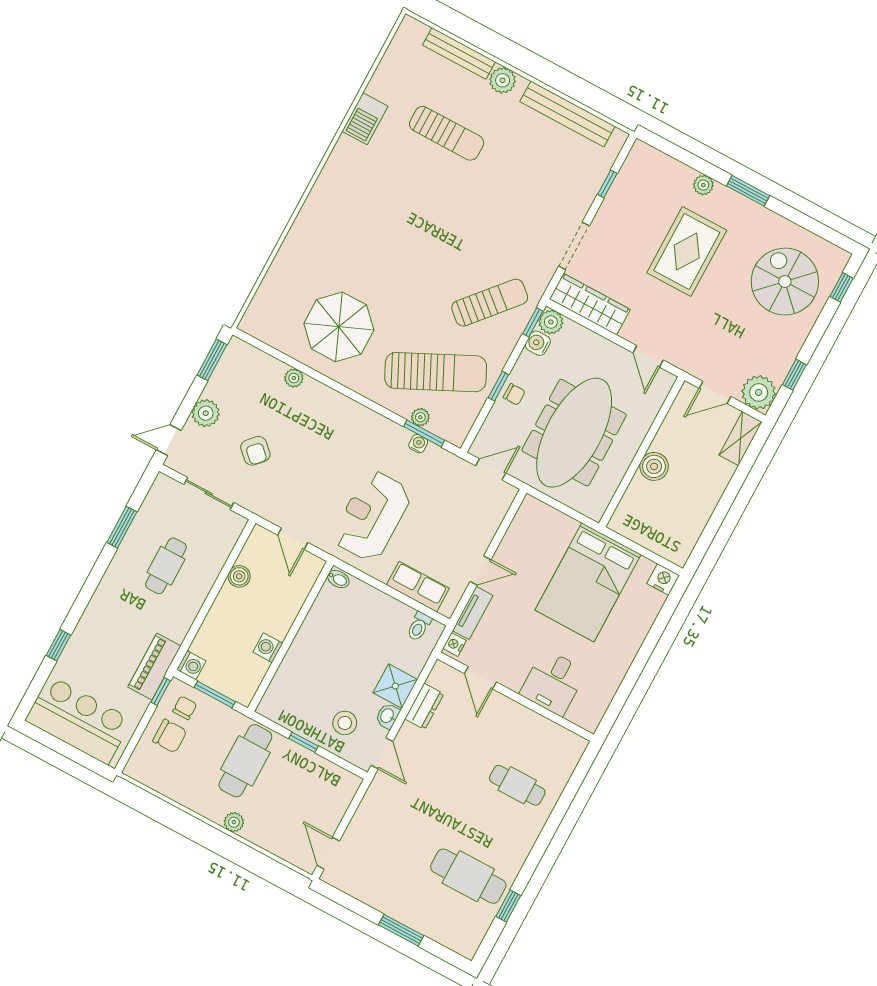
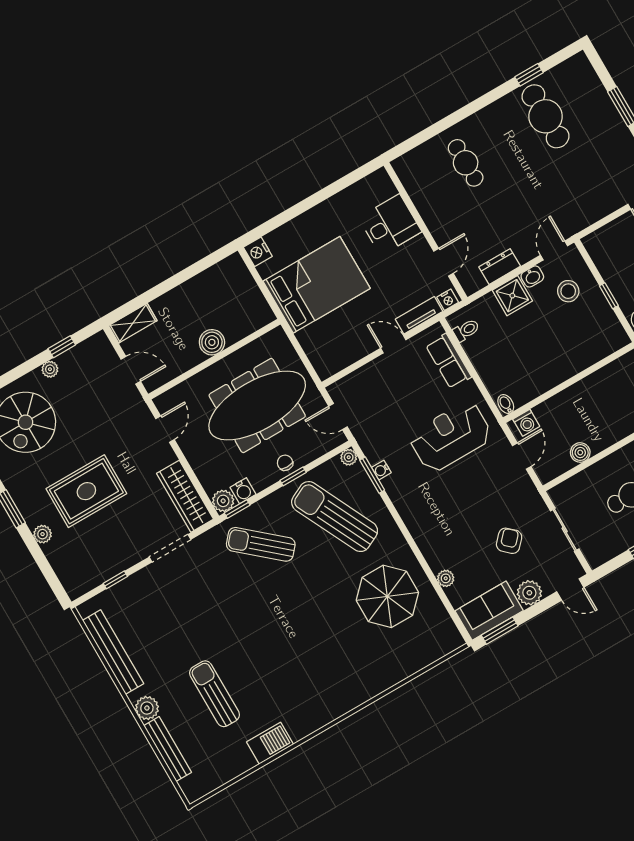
sofa: (234, 373) -> (489, 611), added
plant: (759, 392) -> (50, 369), moved, width x0.53, depth x0.53
plant: (420, 417) -> (349, 457), moved
reception desk: (372, 516) -> (451, 437), turned 180
washing machine: (268, 648) -> (526, 423), moved

